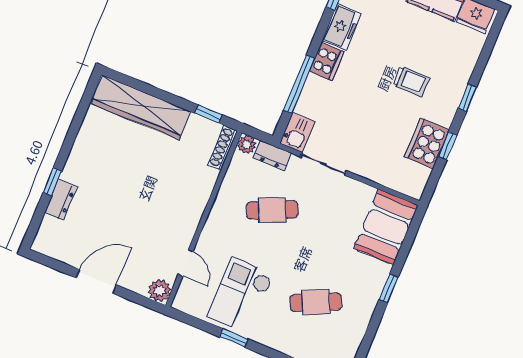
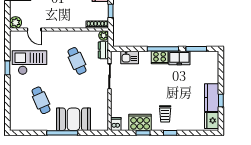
trolley: (411, 81) -> (165, 114), moved
window: (299, 84) -> (163, 49), moved
kitchen sink: (297, 132) -> (130, 57), moved
dishwasher: (412, 187) -> (116, 124), added
booth: (386, 227) -> (73, 119), moved
door: (186, 263) -> (34, 30), hinge flipped
window: (389, 288) -> (62, 133), width x2.17

